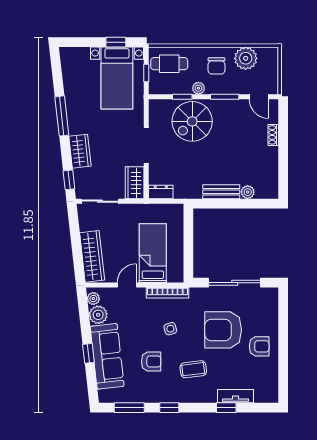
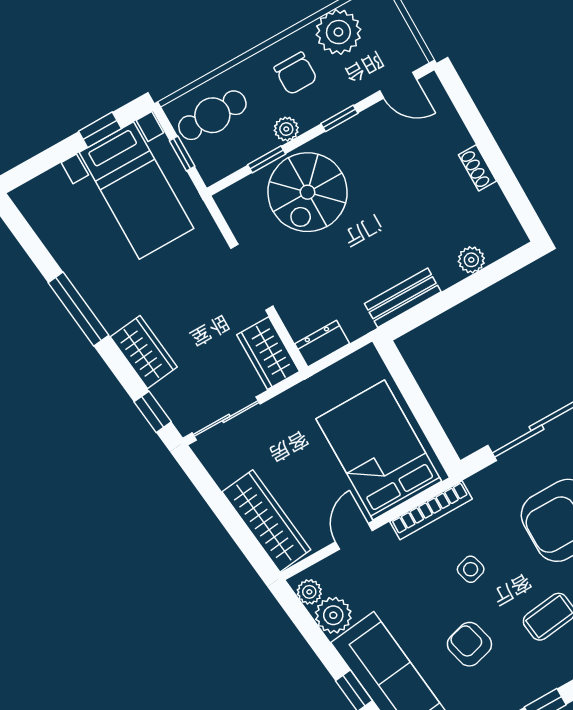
window: (225, 97) -> (339, 118), width x0.67
shoe rack: (273, 135) -> (478, 168), moved
bench: (221, 192) -> (403, 298), moved
bed: (153, 253) -> (379, 450), width x1.50
armchair: (151, 362) -> (469, 644), turned -105

